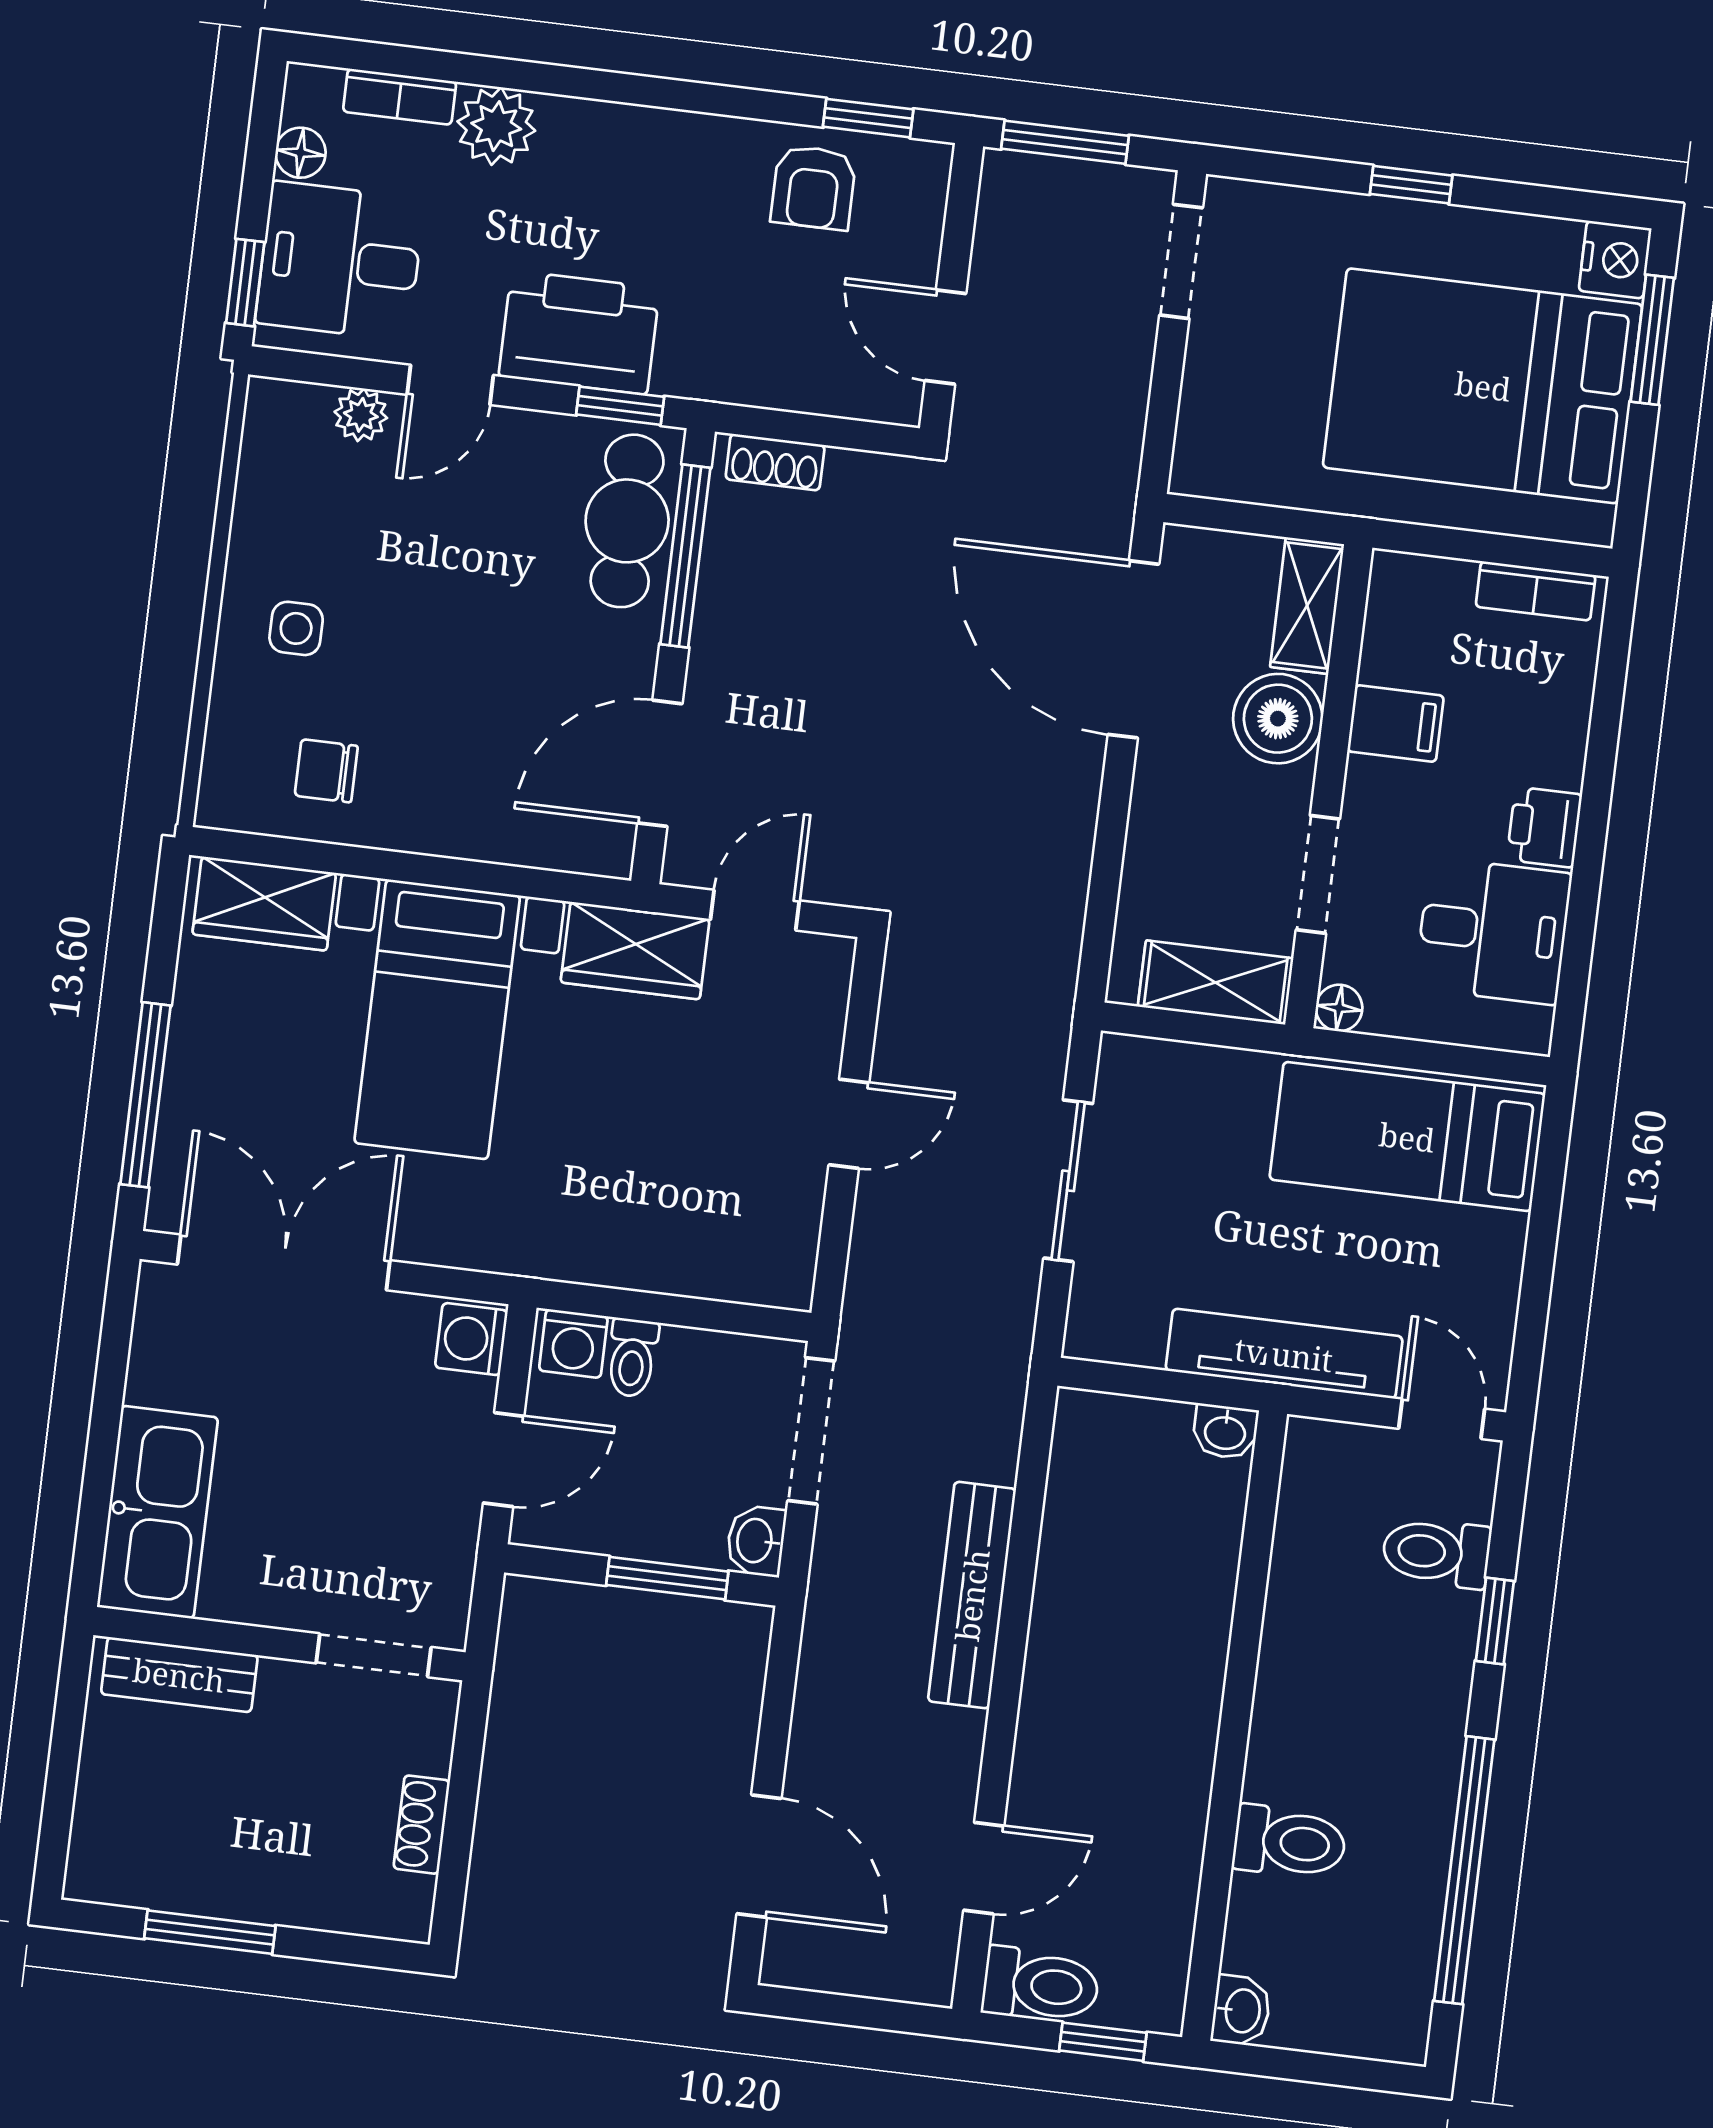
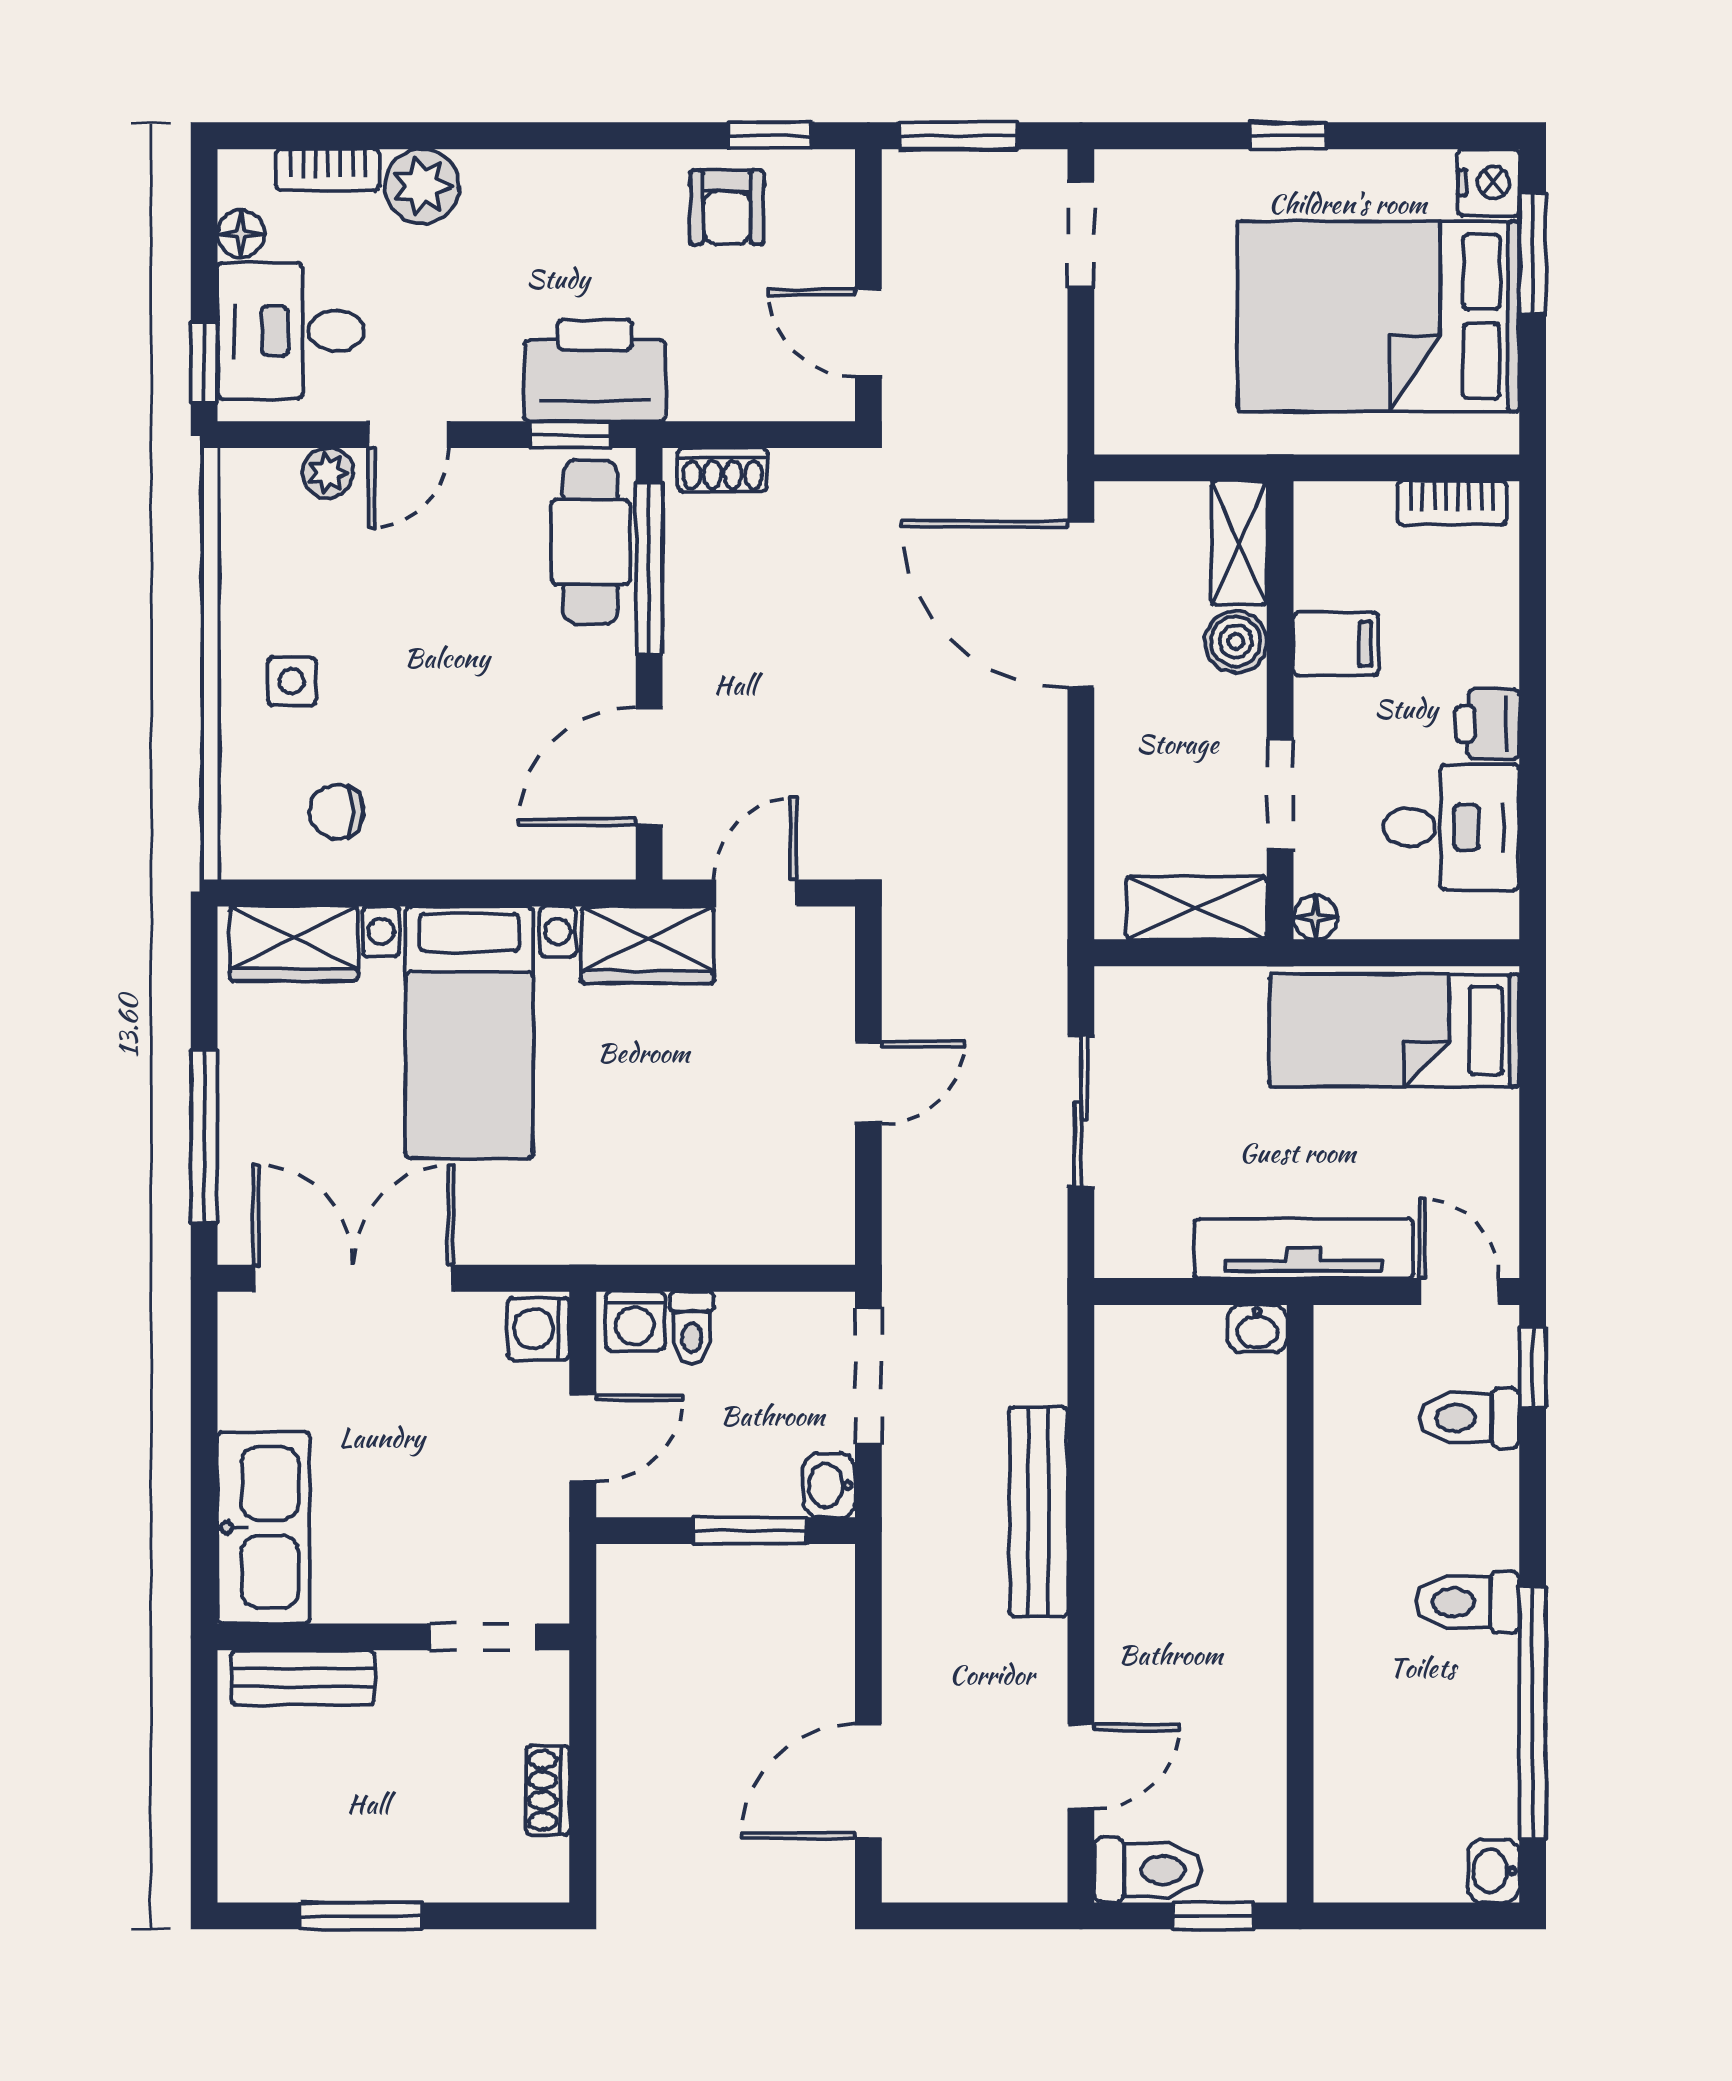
printer: (579, 332) -> (595, 370), moved
boiler: (1278, 719) -> (1236, 641), width x0.73, depth x0.73
window: (1495, 1621) -> (1533, 1367), moved
toilet: (1290, 1842) -> (1468, 1602), moved, turned 180
door: (759, 1856) -> (868, 1781), swing flipped
washbasin: (1241, 2011) -> (1494, 1871), moved, turned 180

